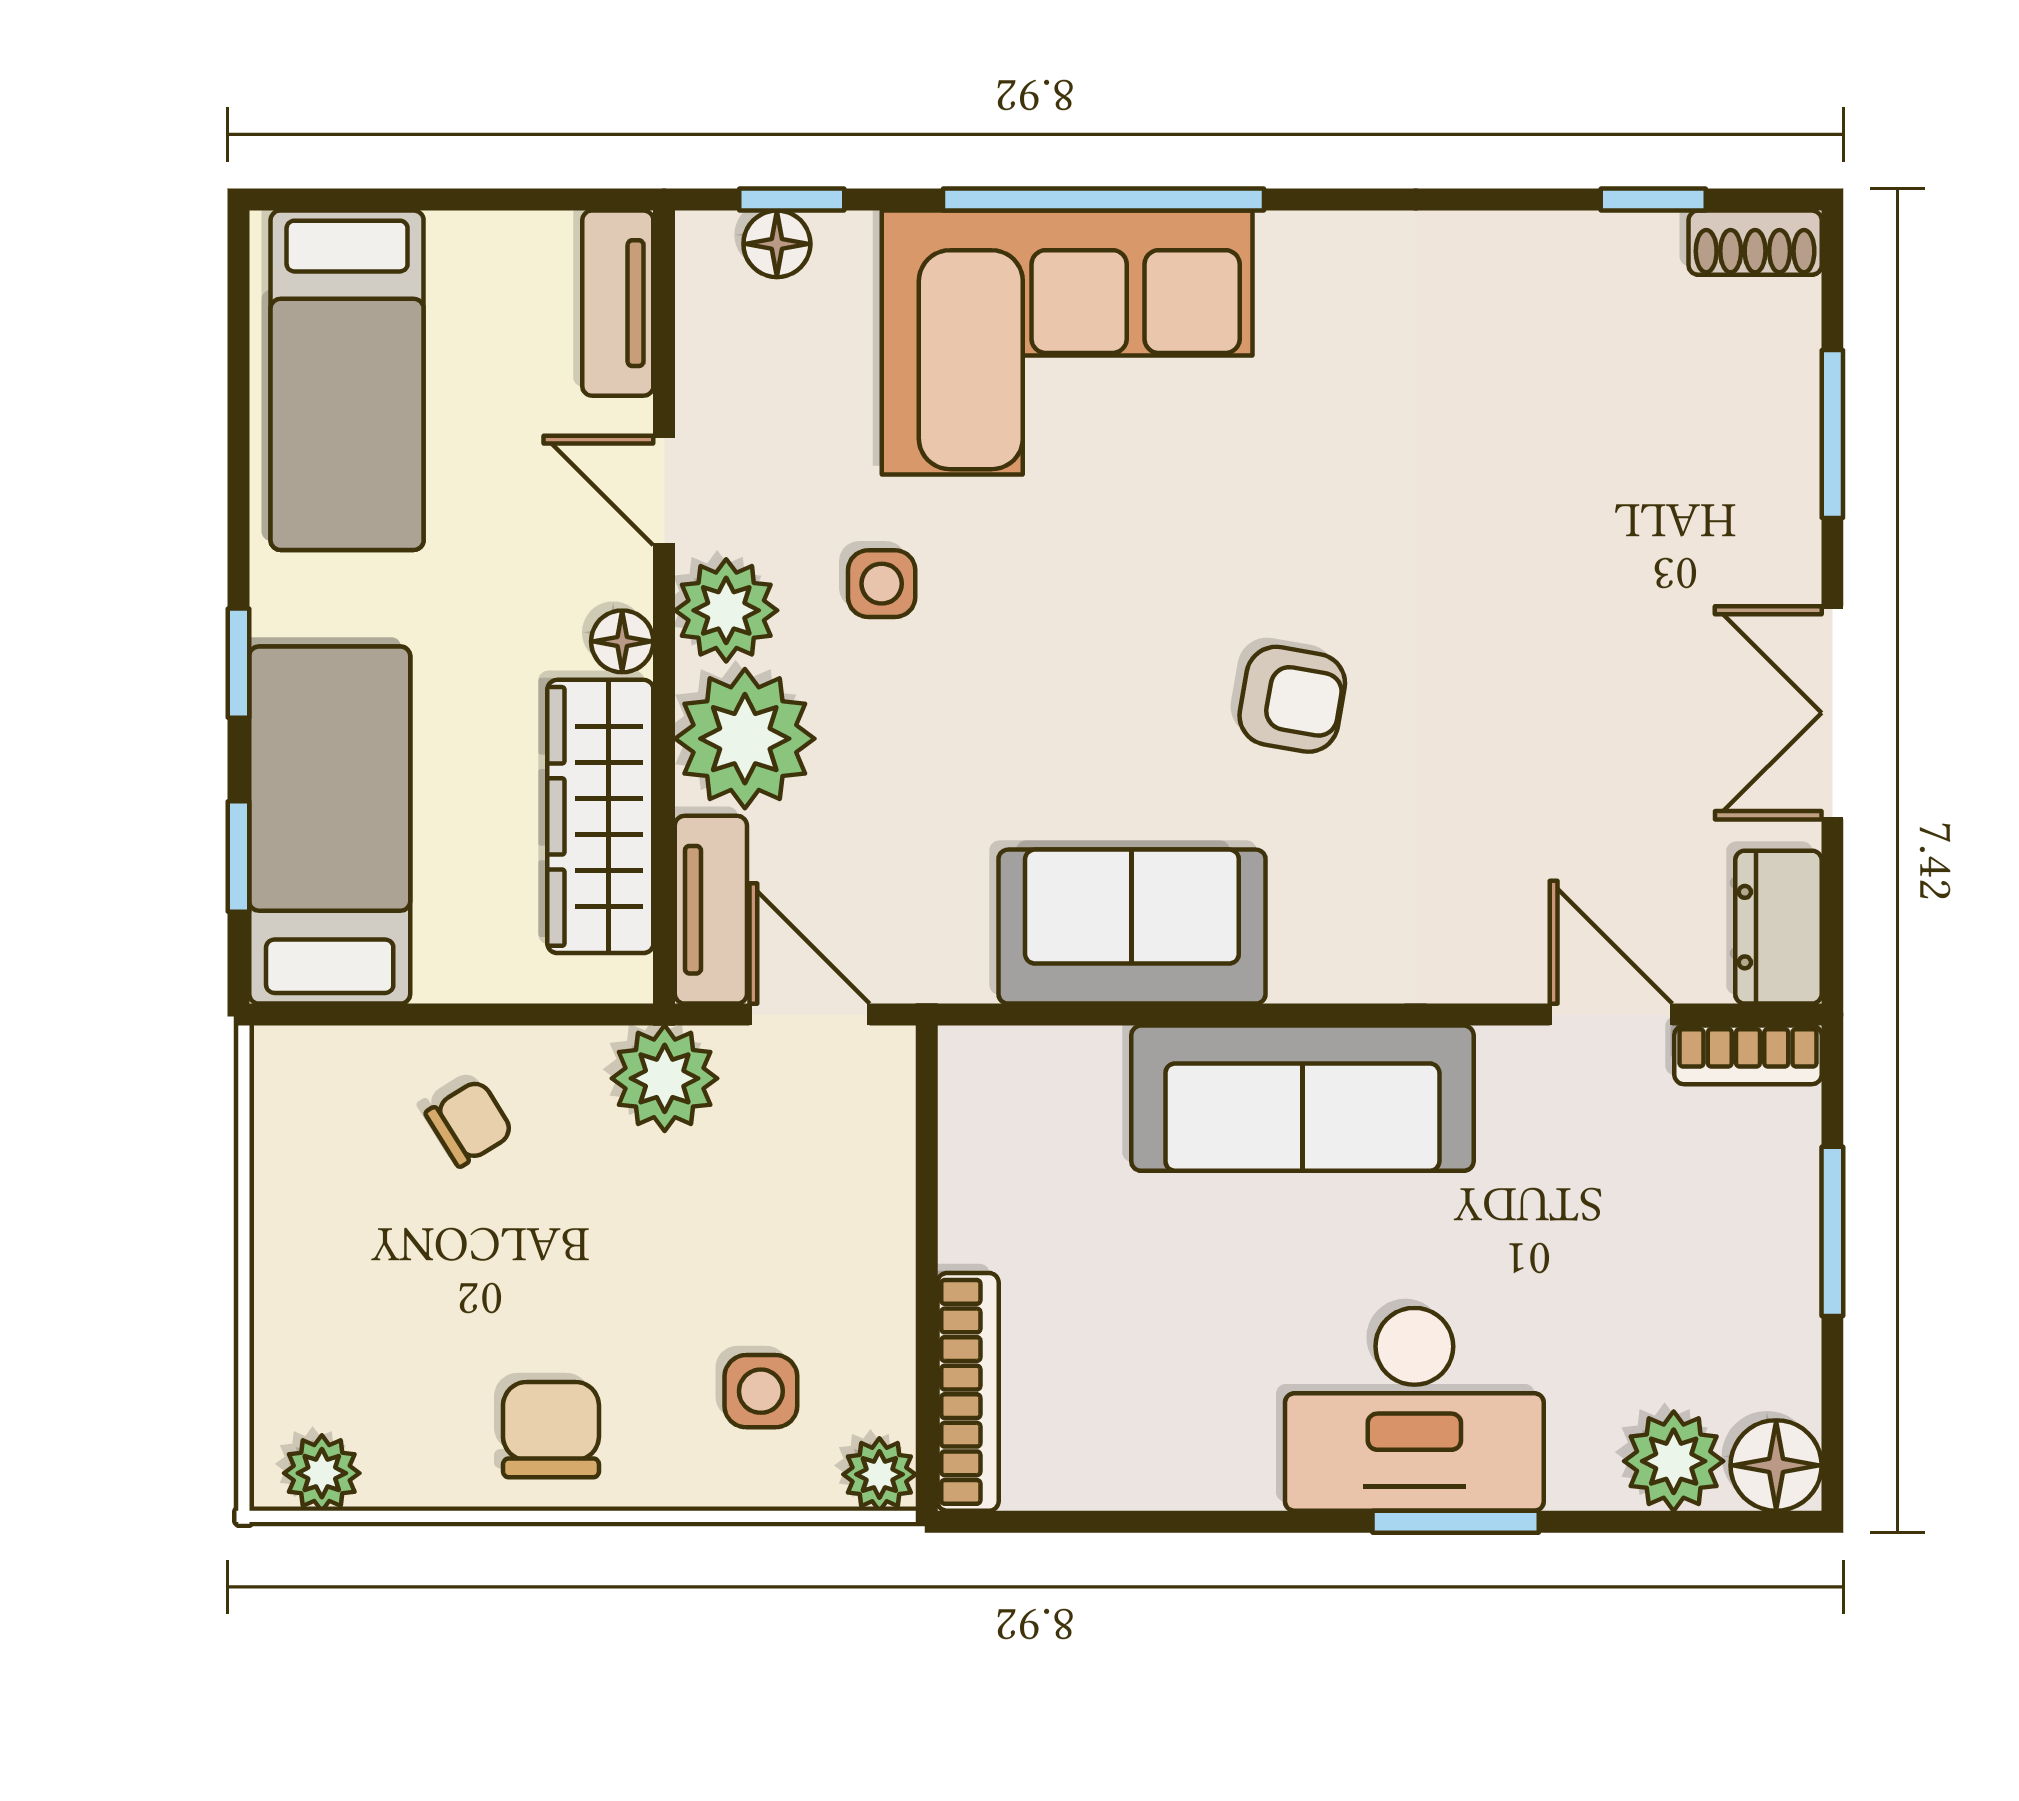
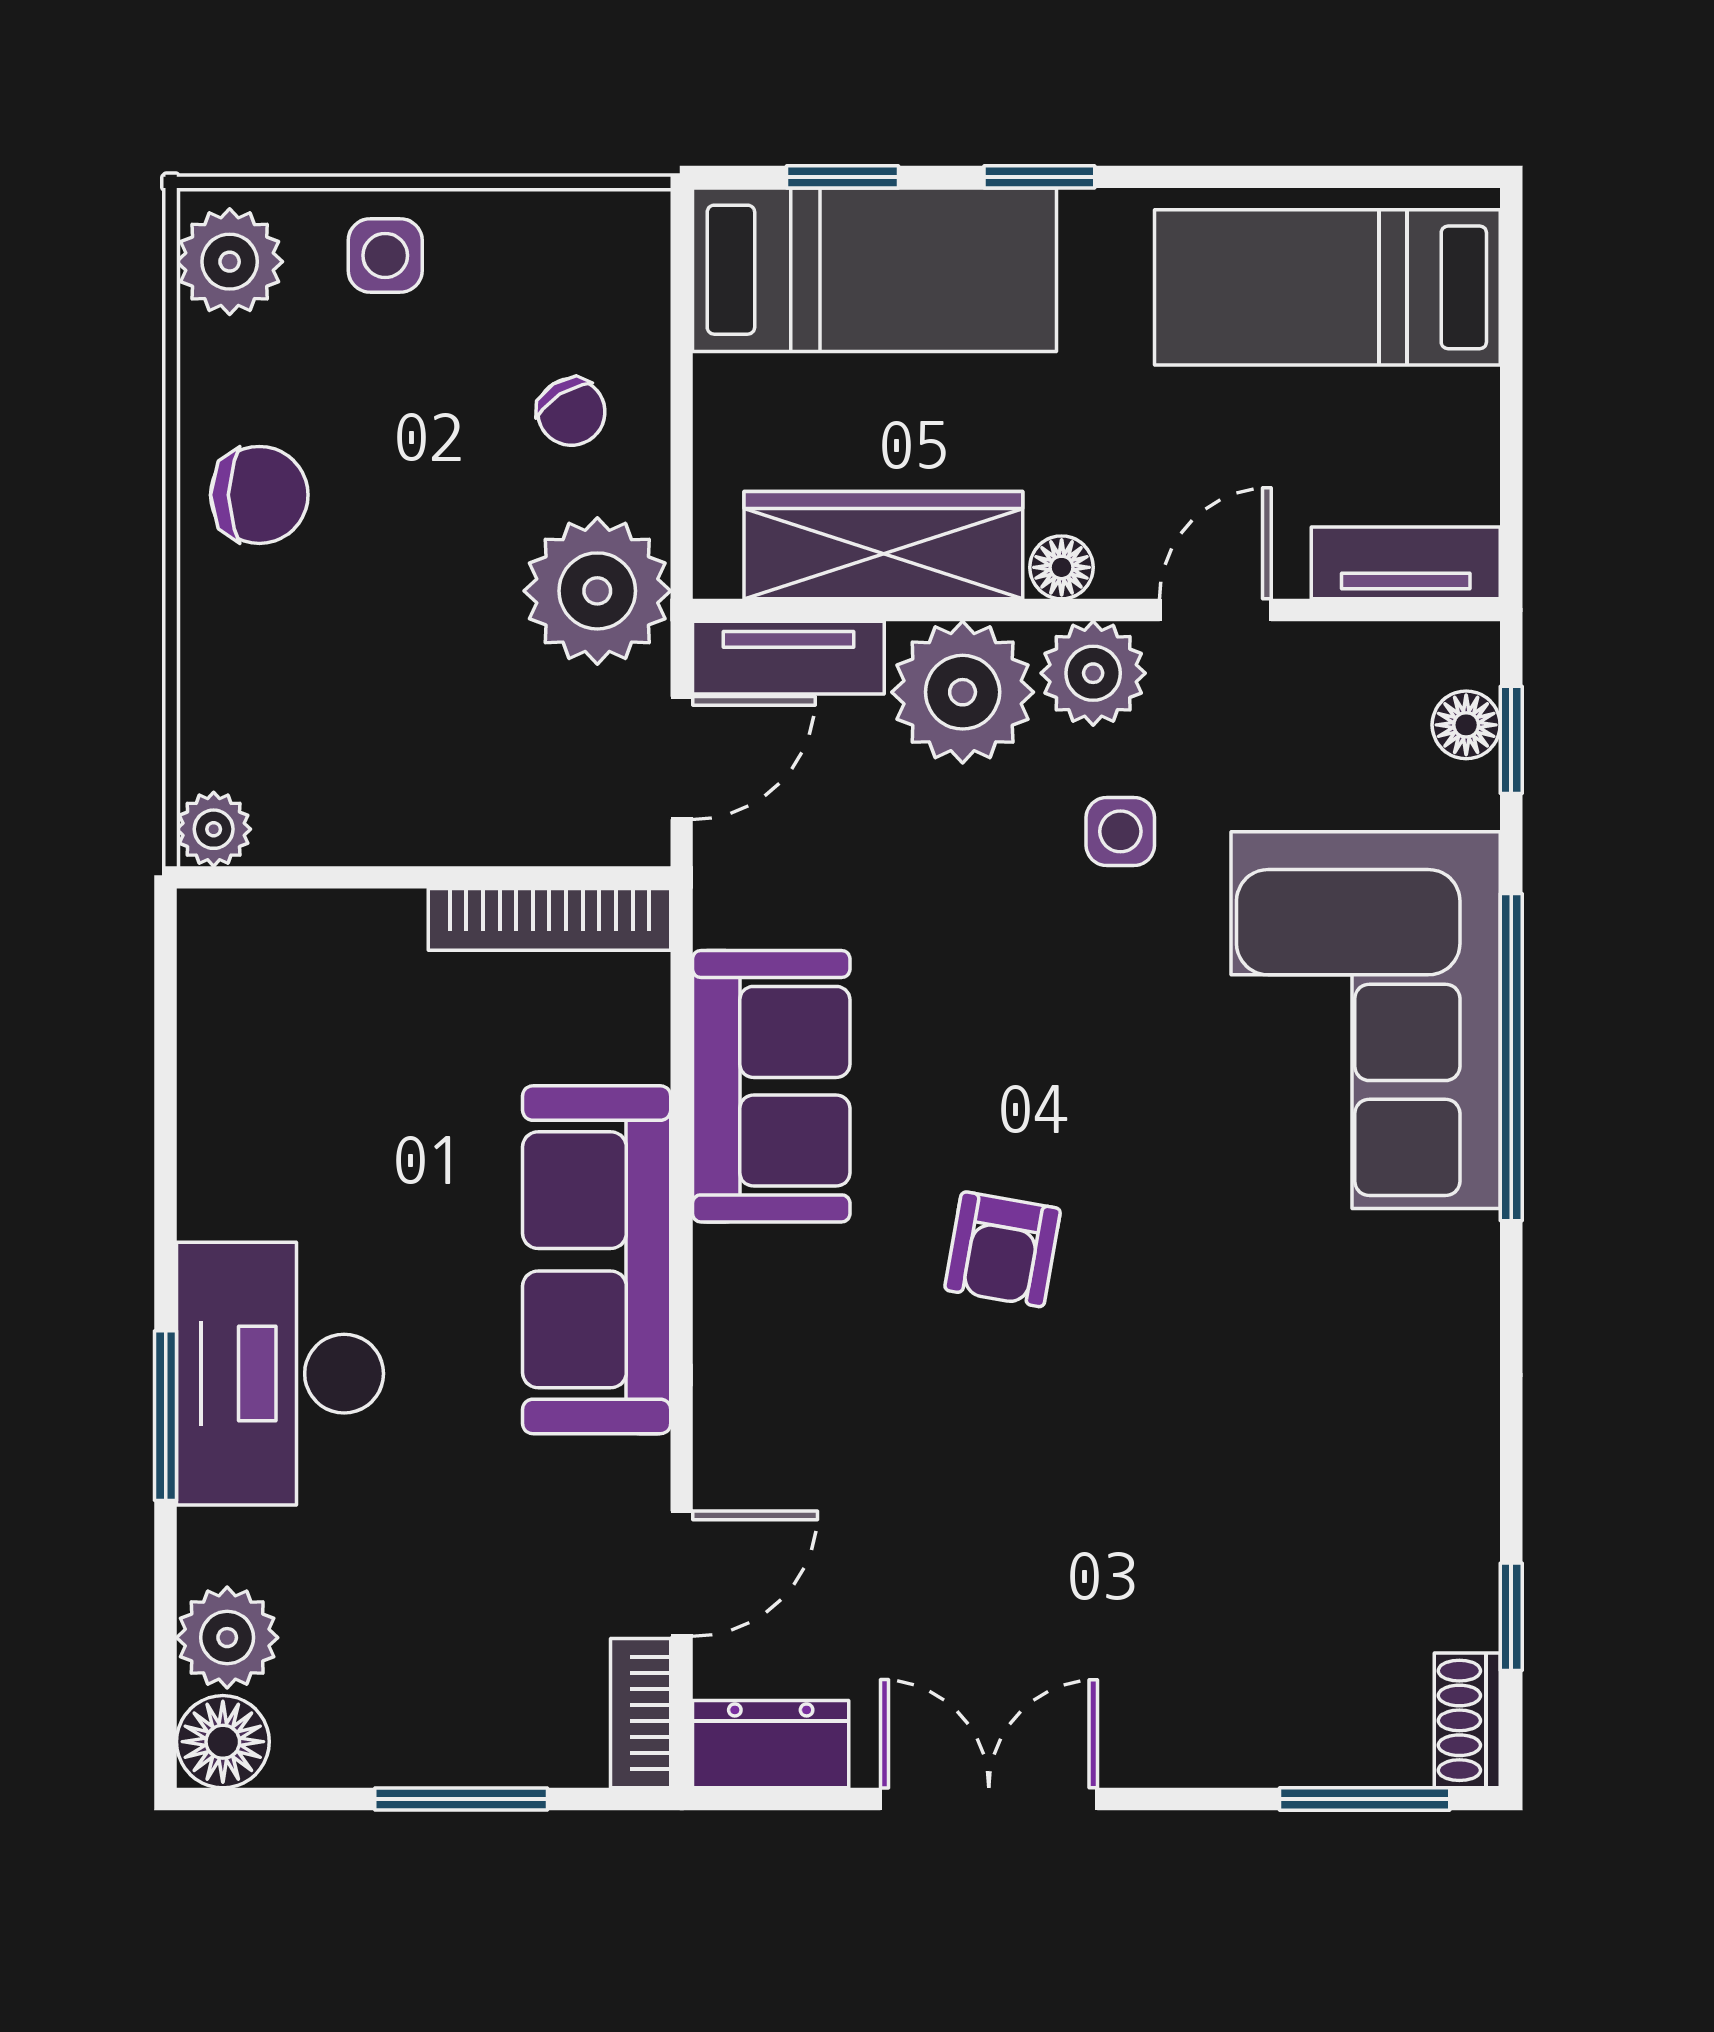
window: (1832, 434) -> (1365, 1799), moved
plant: (665, 1078) -> (597, 591), width x1.36, depth x1.36
side table: (761, 1391) -> (385, 255), moved
bookcase: (968, 1392) -> (549, 919), moved
plant: (322, 1473) -> (230, 262), width x1.38, depth x1.38

